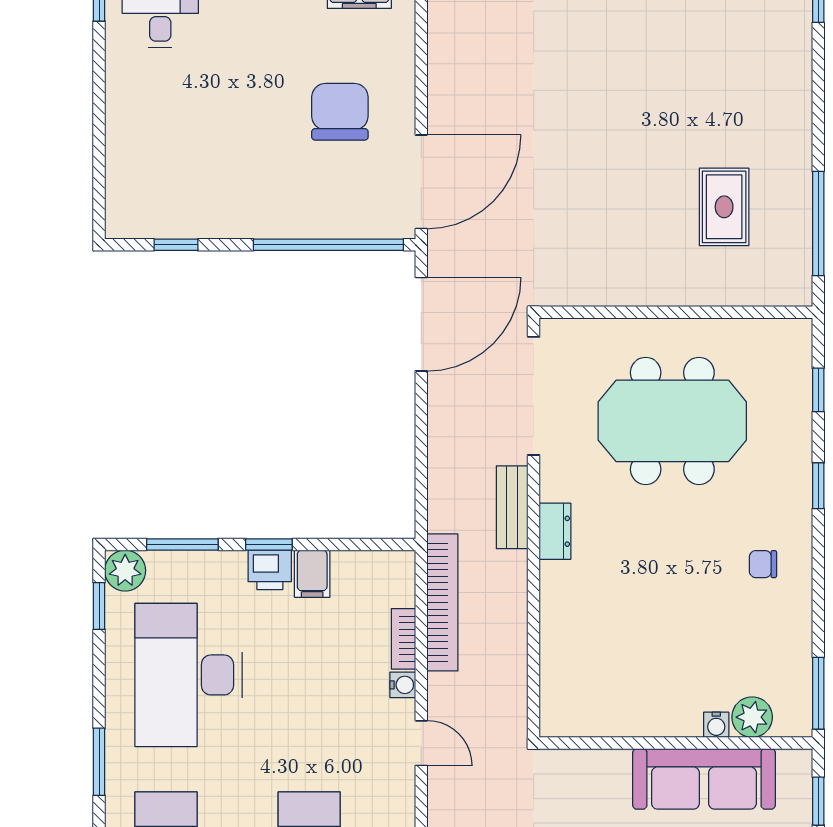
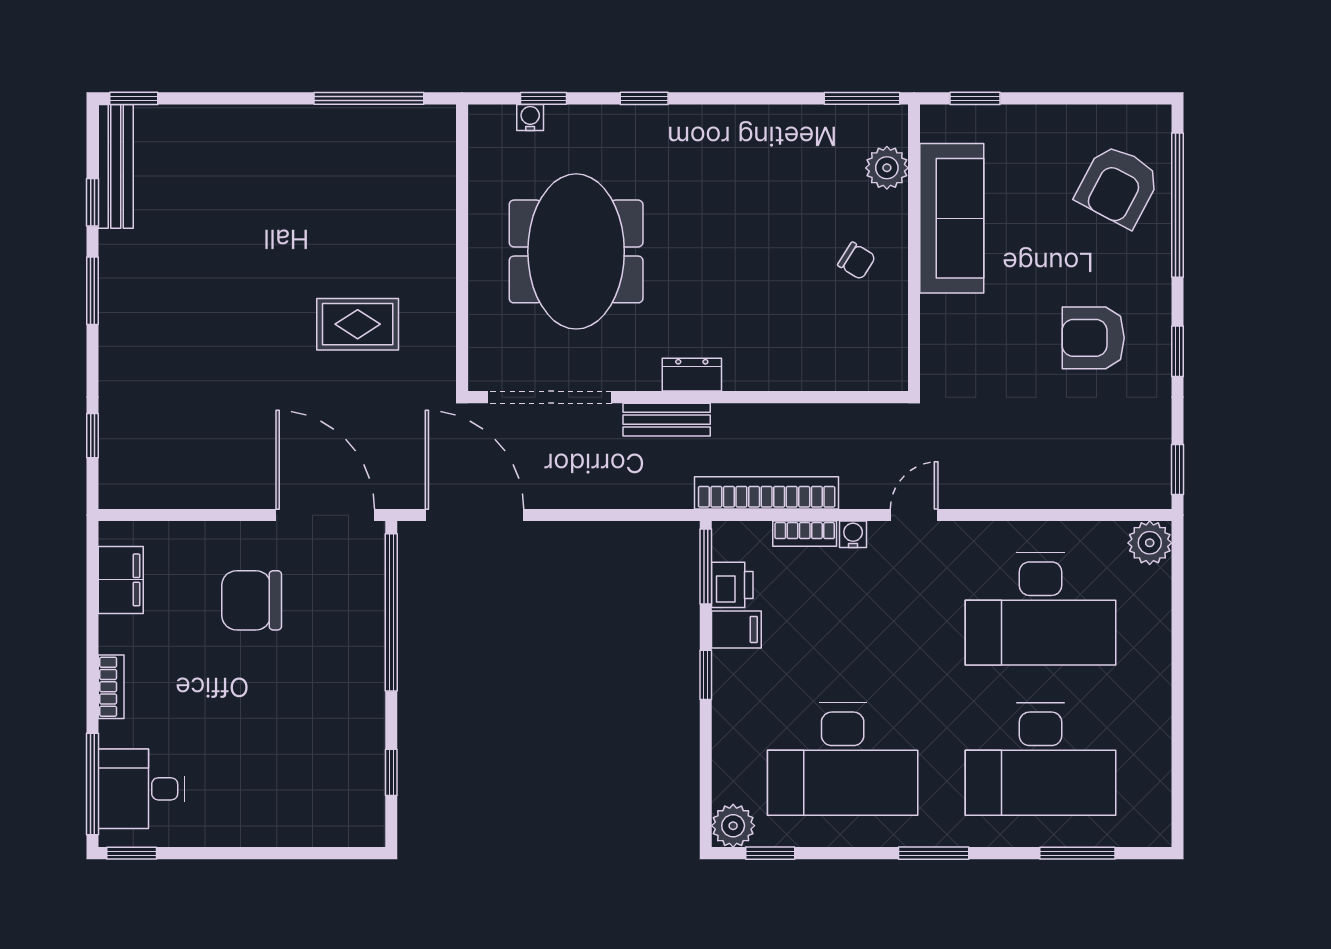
rug: (724, 207) -> (358, 324), moved
window: (182, 544) -> (706, 566), moved
chair: (763, 564) -> (857, 261), moved, turned -58
printer: (270, 570) -> (732, 585), moved
water cooler: (716, 725) -> (530, 117), moved, turned -90

